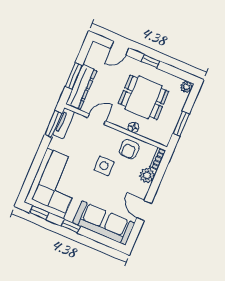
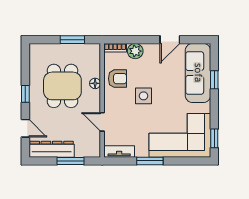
dresser: (81, 87) -> (52, 149), moved
plant: (186, 87) -> (35, 49), removed
window: (53, 124) -> (150, 161), moved
window: (71, 226) -> (214, 80), moved

